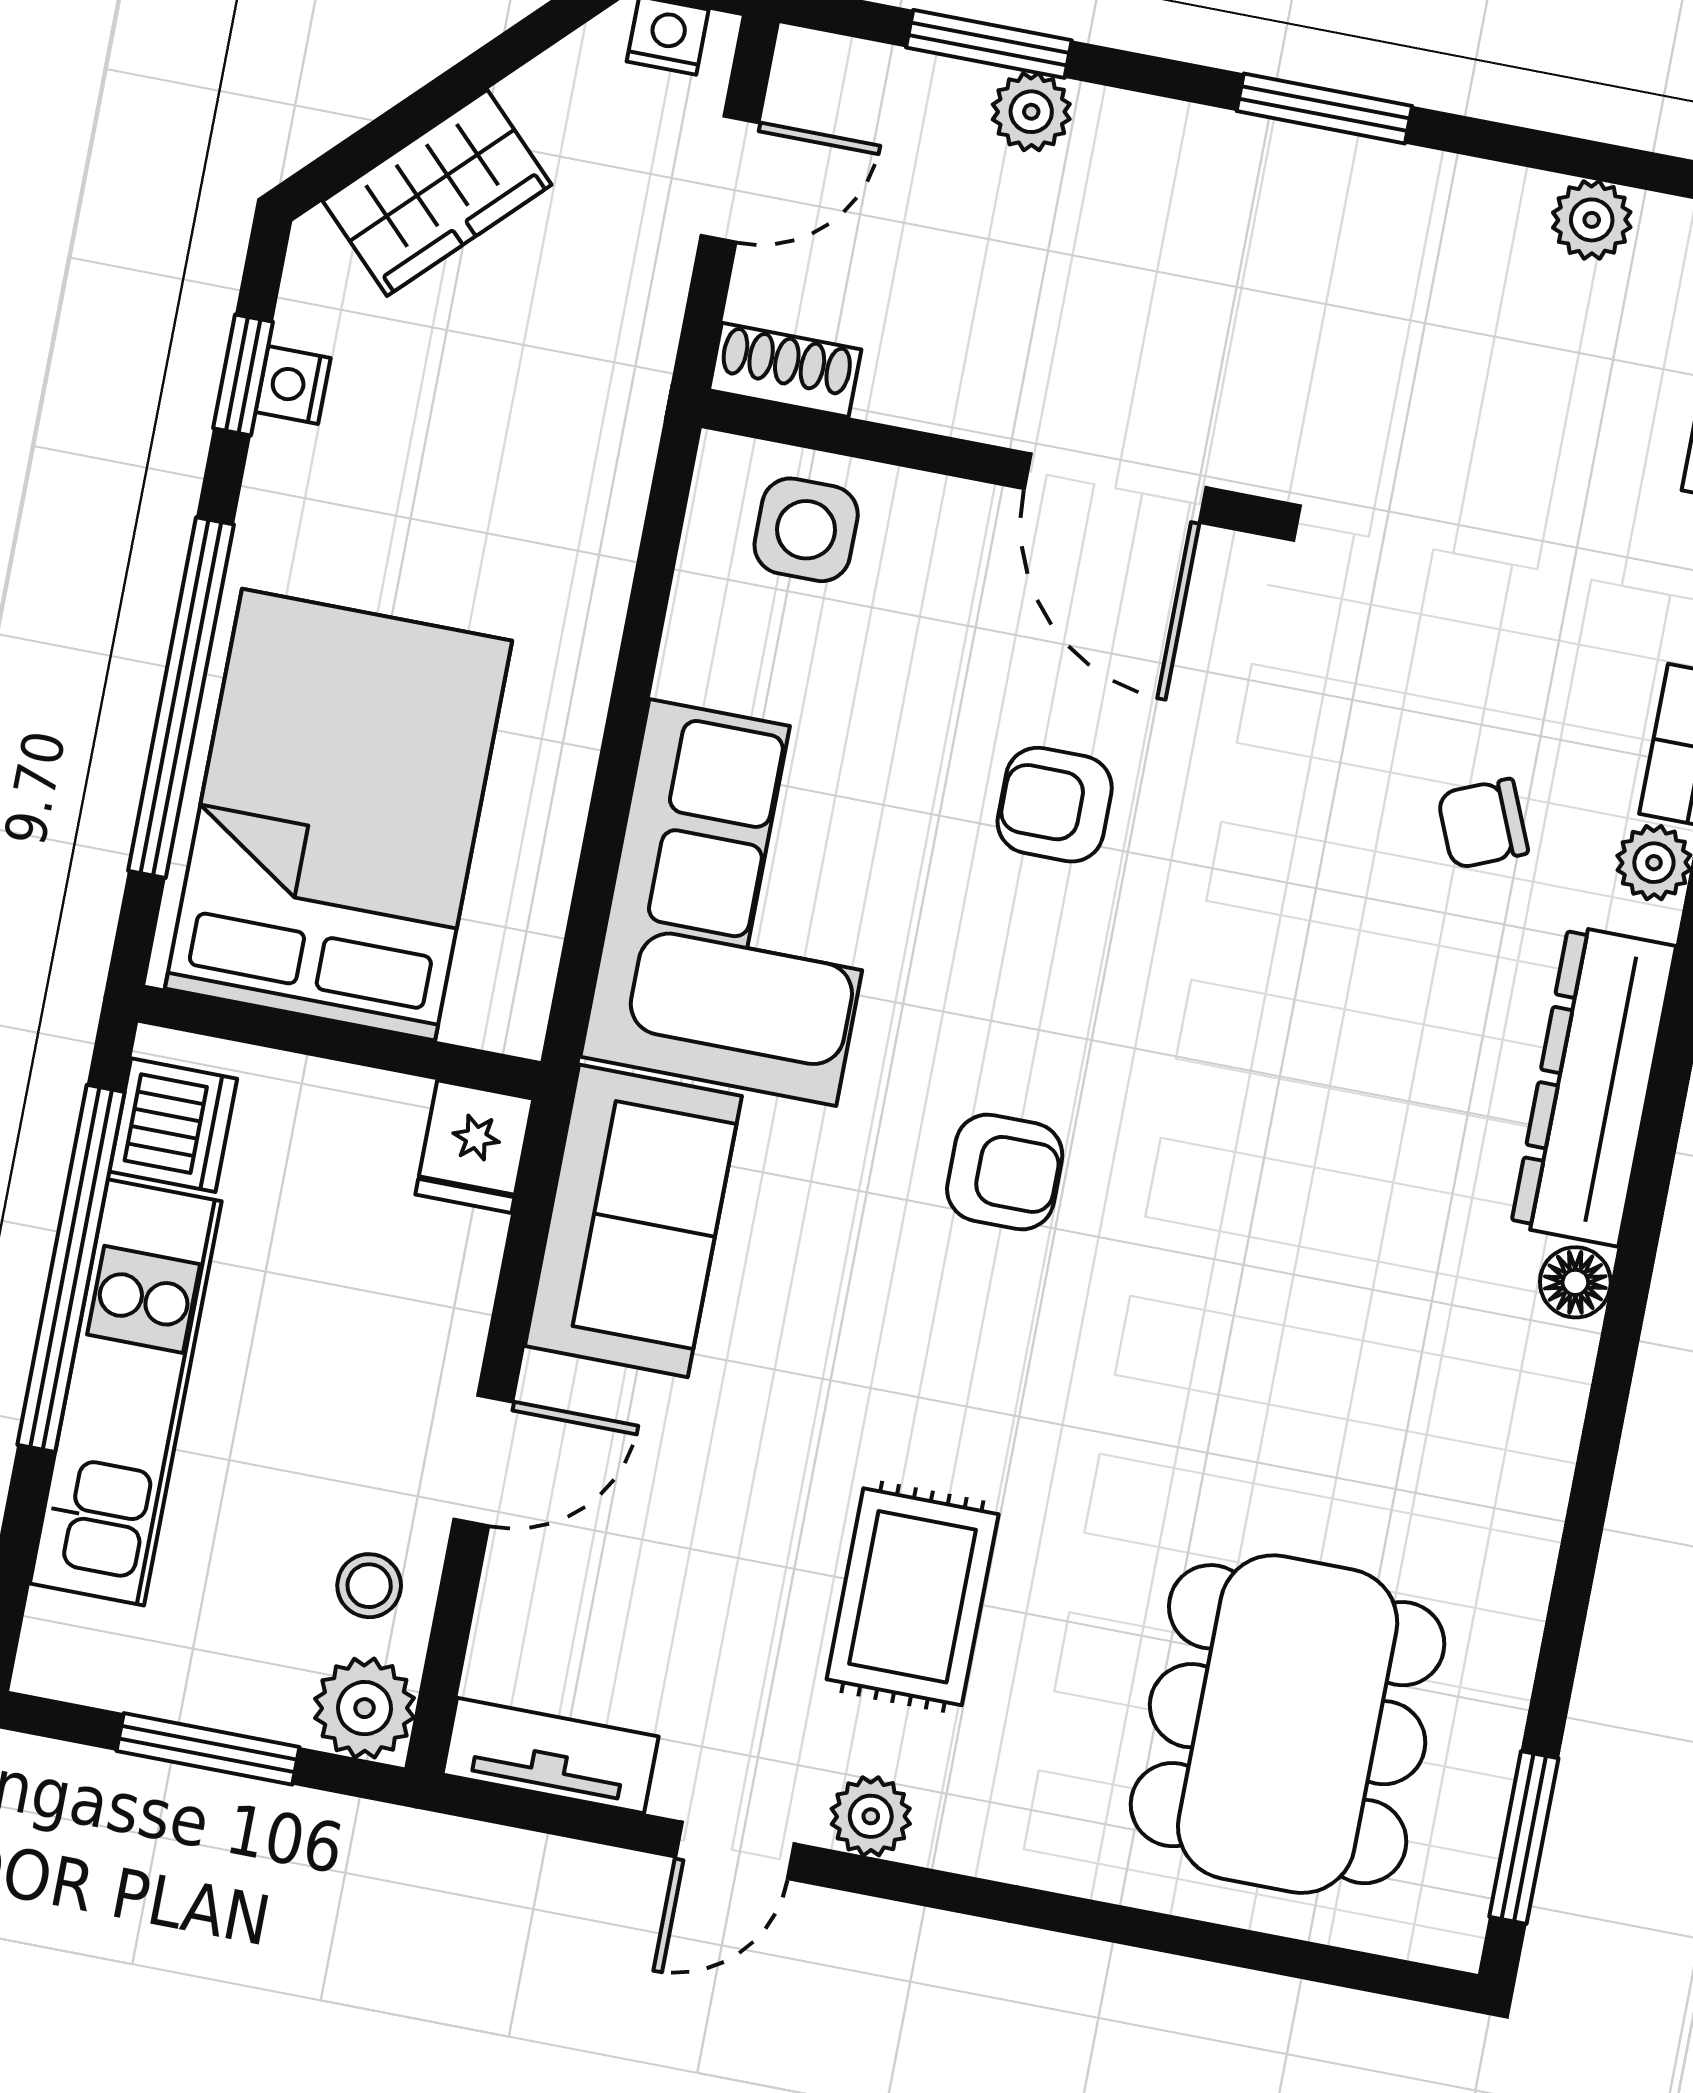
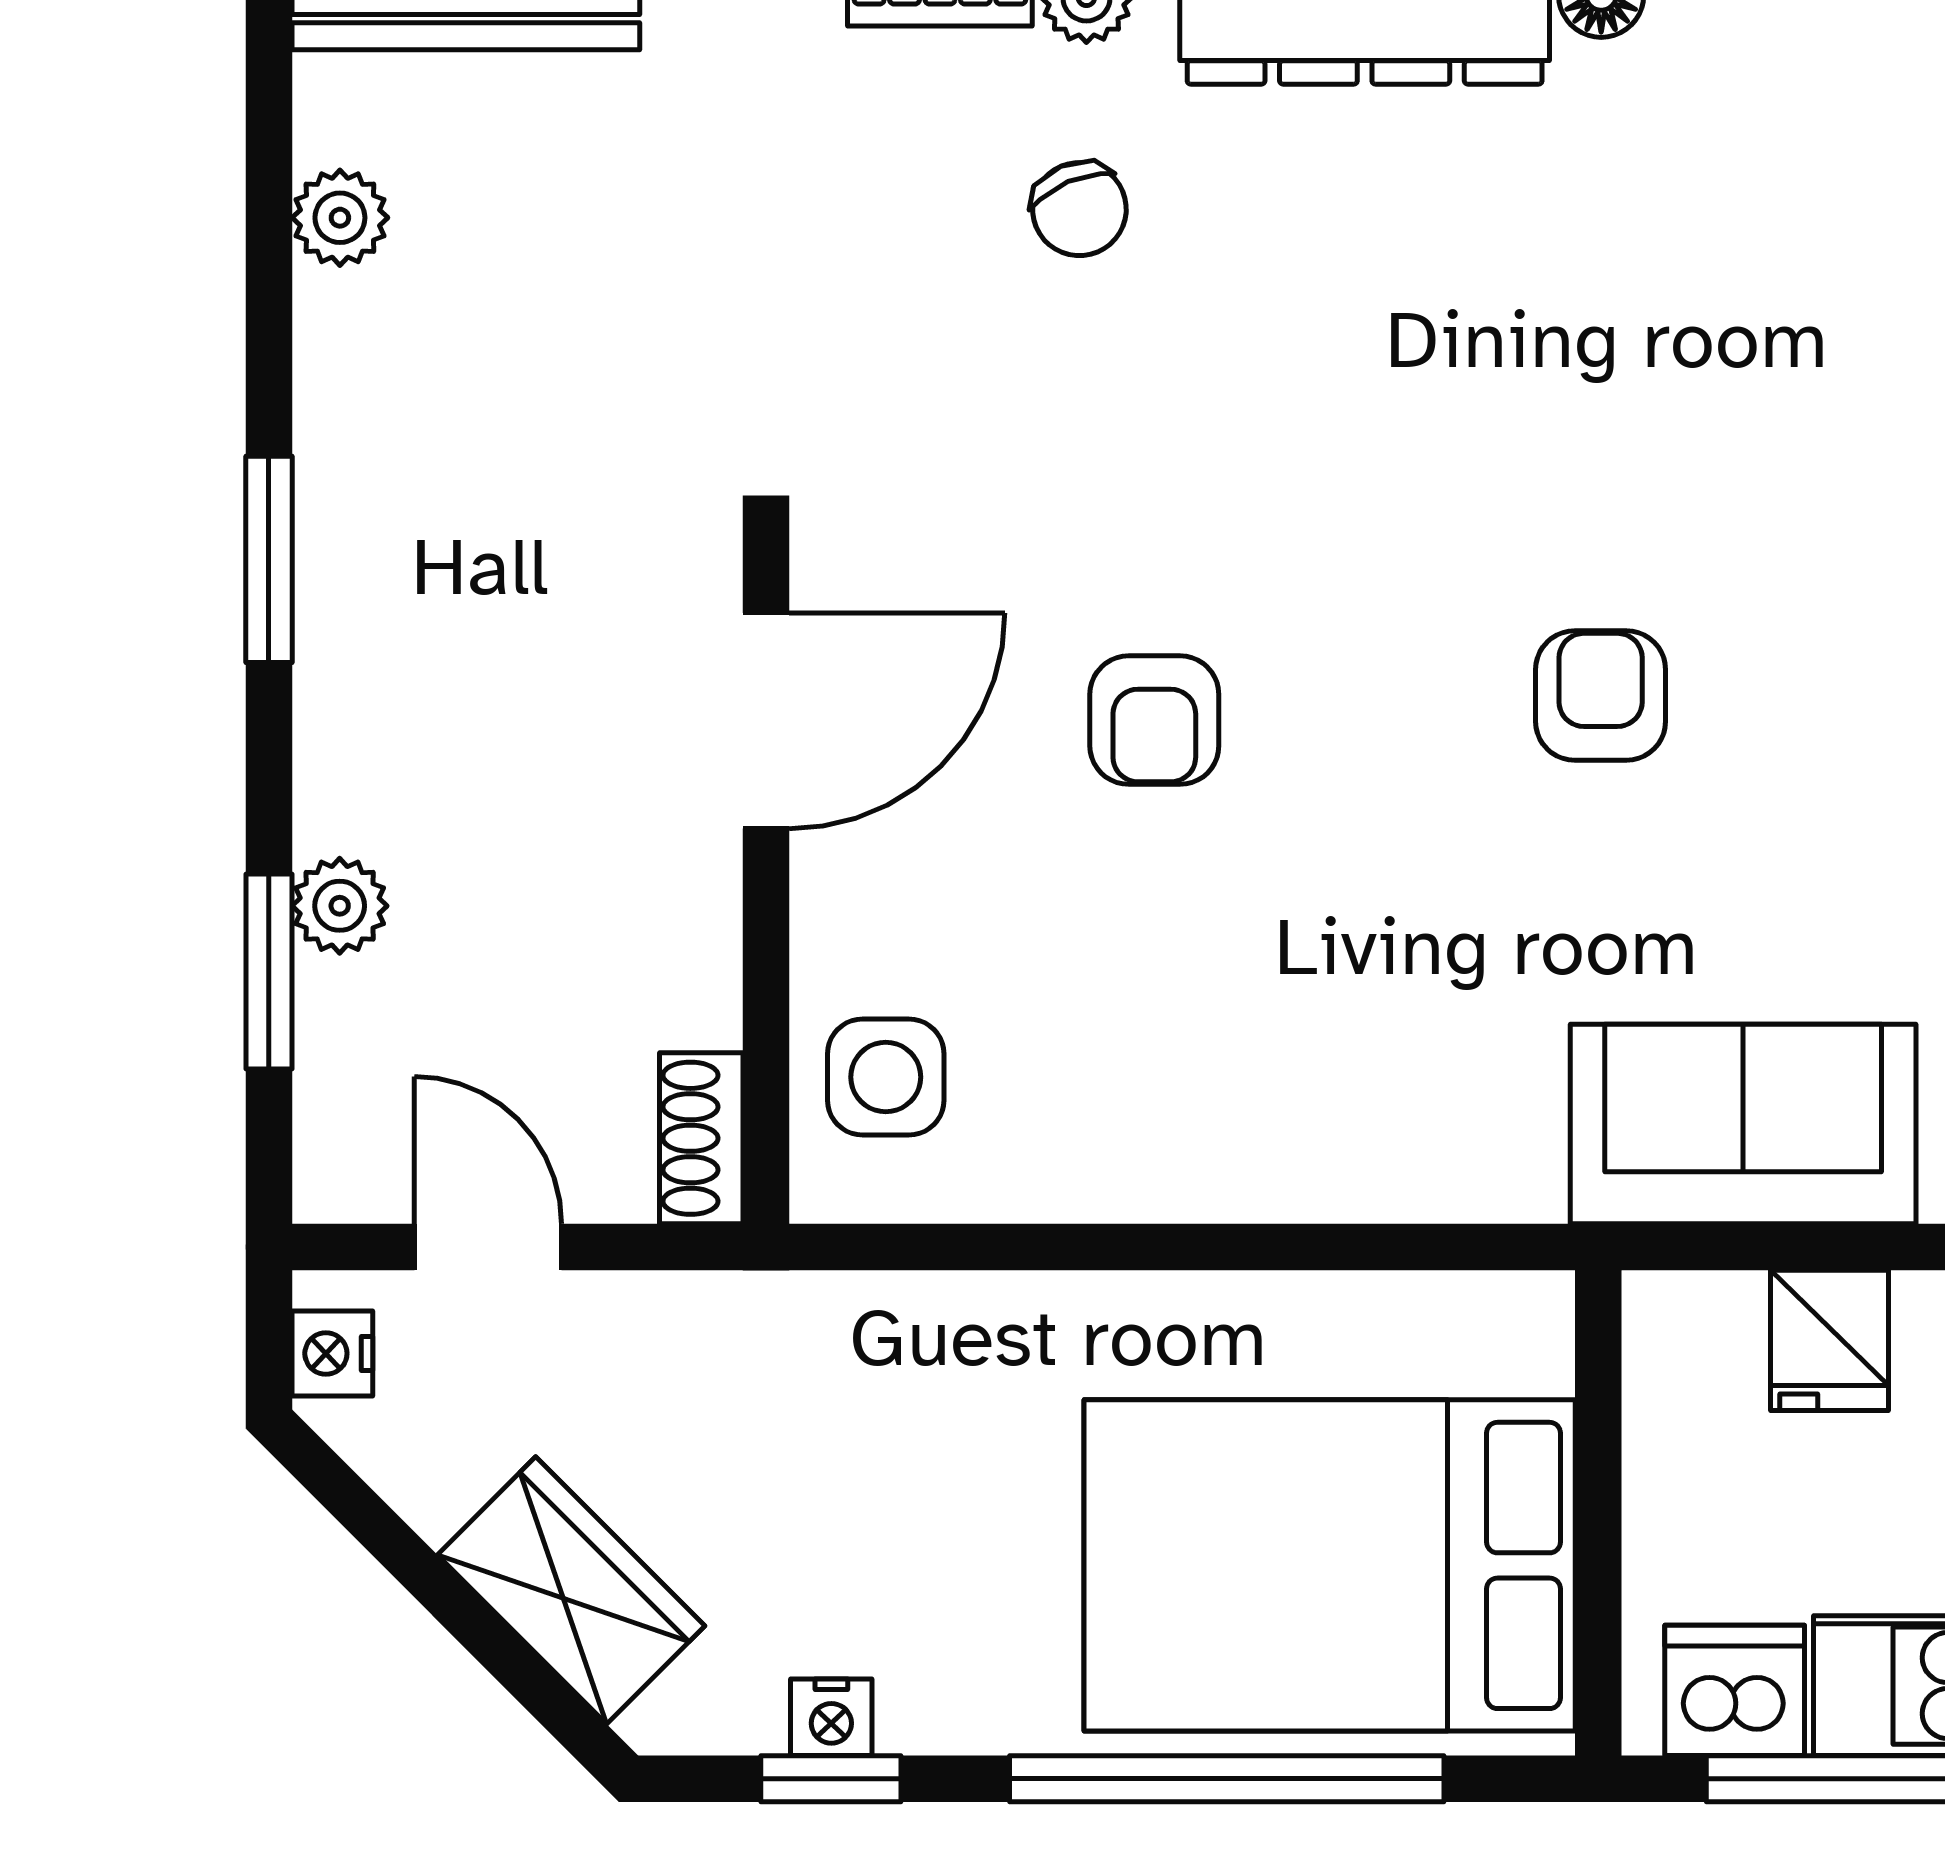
corner sofa: (743, 902) -> (1341, 1067), removed
fridge: (474, 1147) -> (1829, 1340), moved, turned 90

